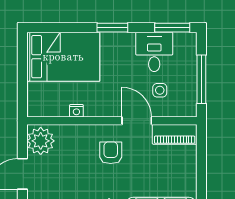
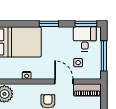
desk: (154, 52) -> (85, 39), moved

